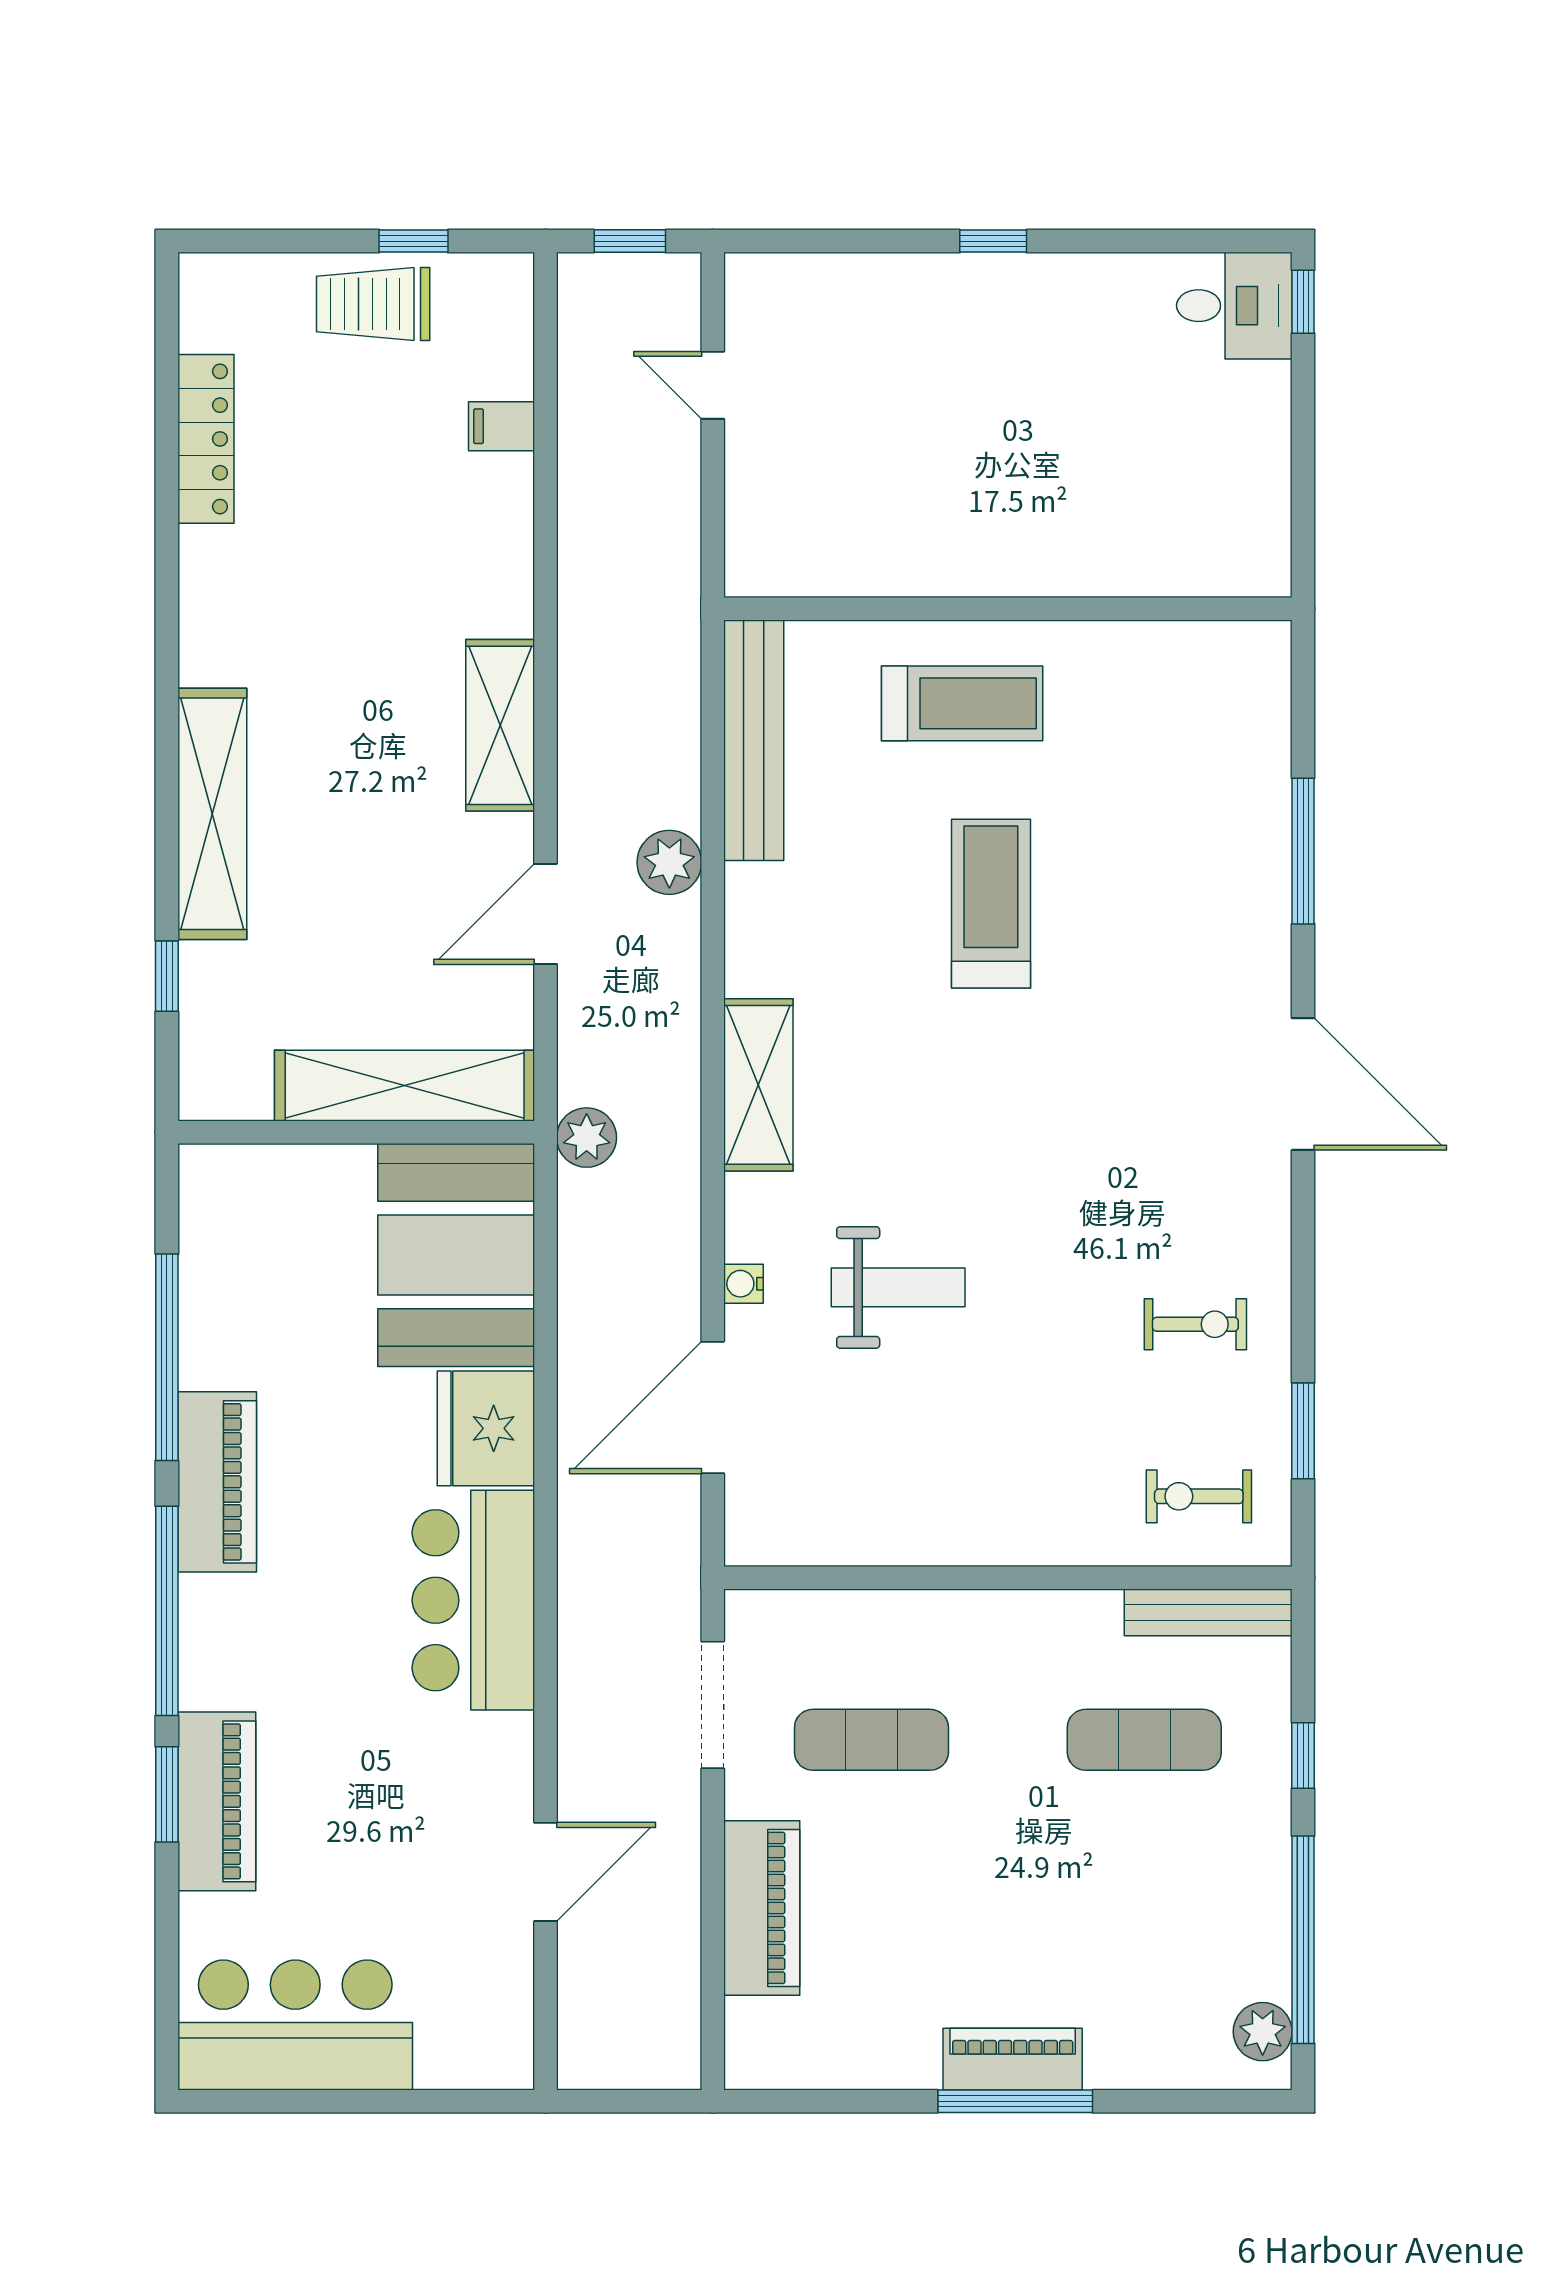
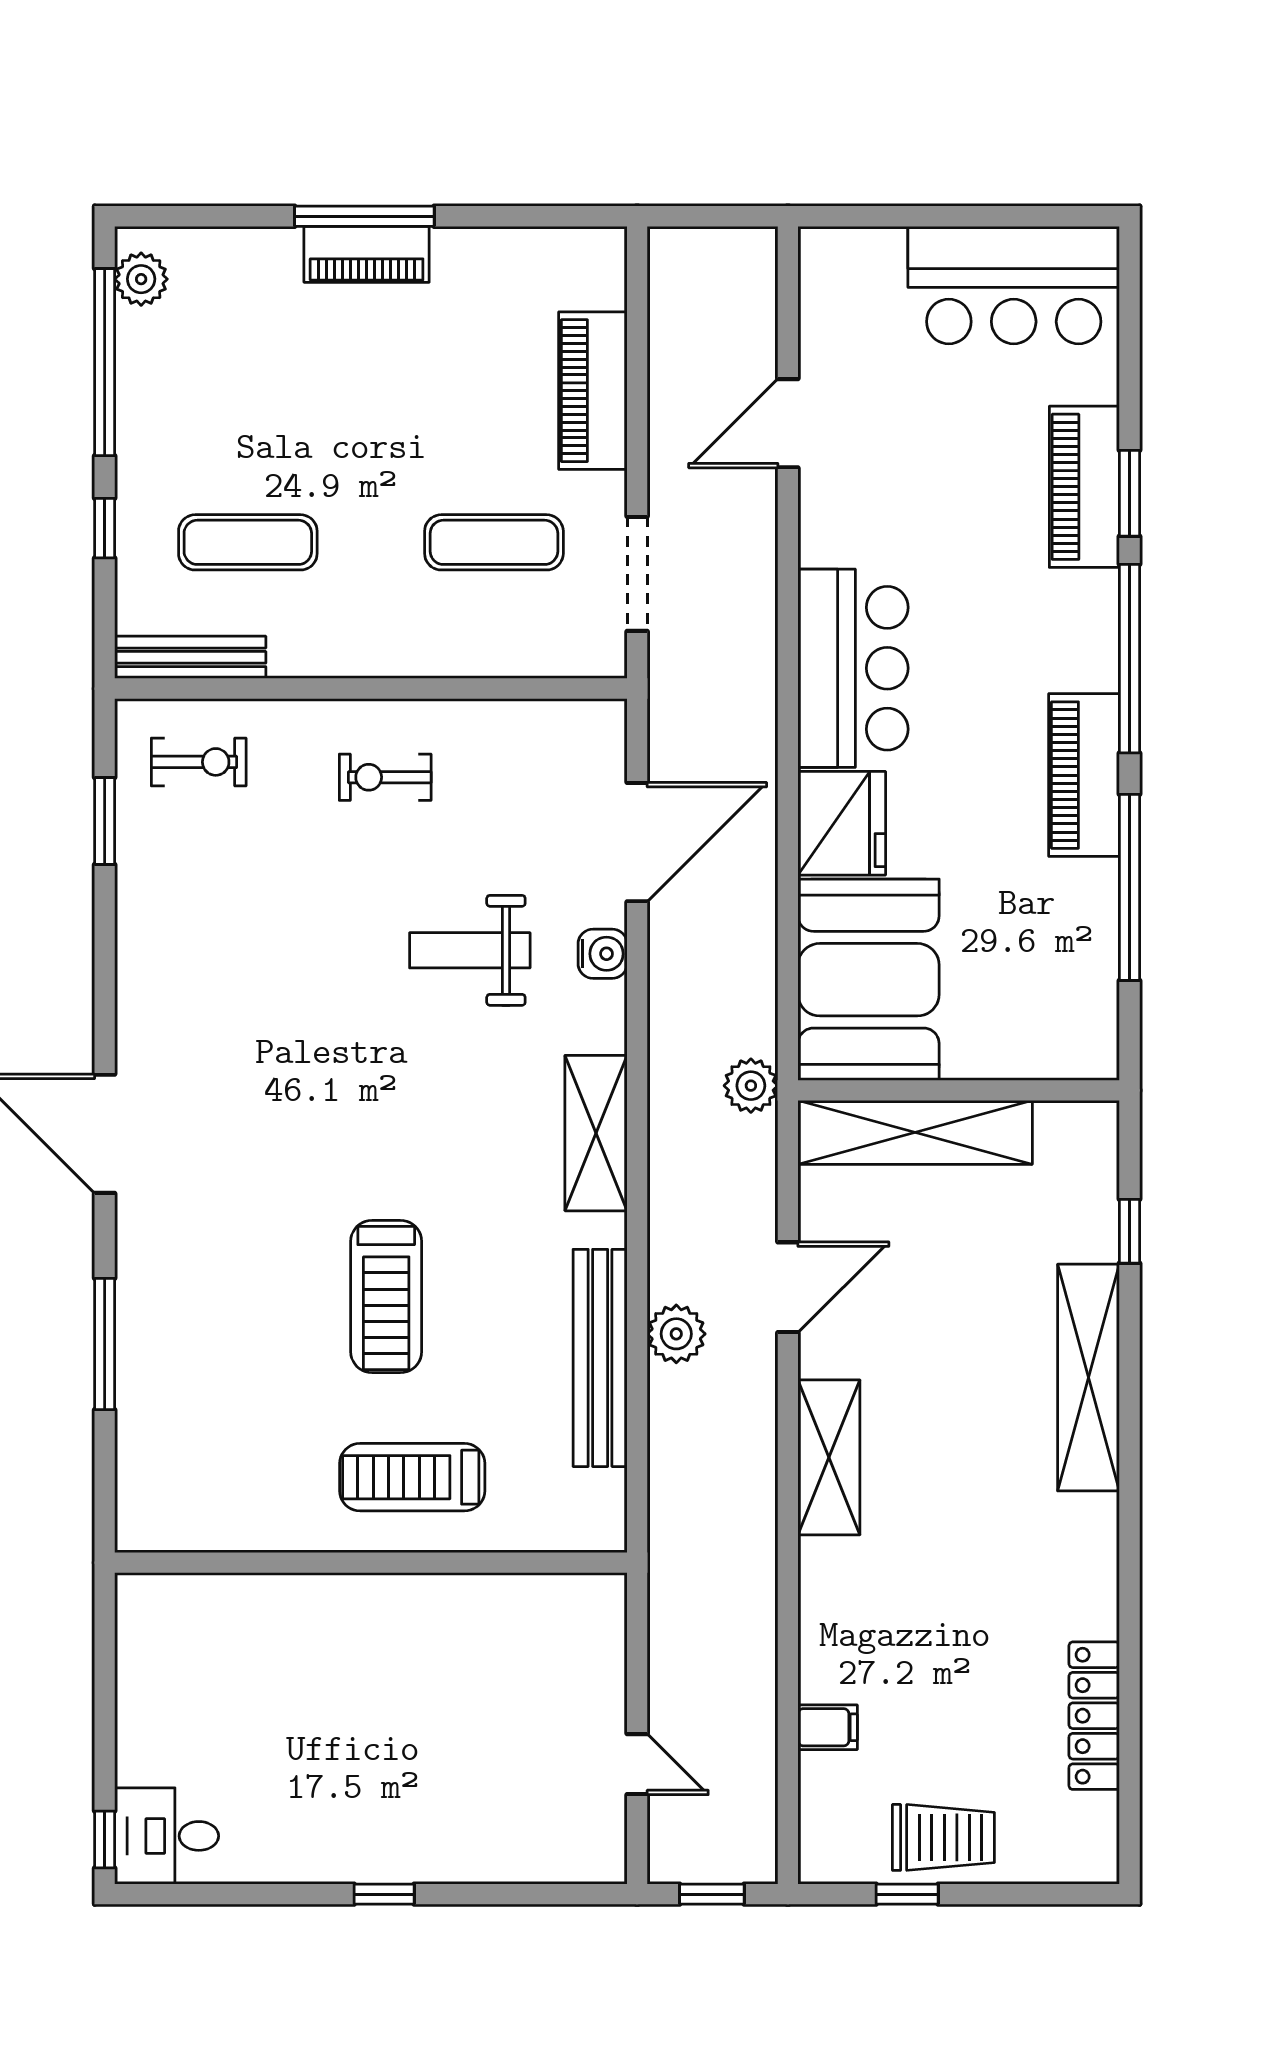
bench: (754, 740) -> (600, 1358), moved
water cooler: (743, 1284) -> (603, 954), width x1.38, depth x1.38
exercise bike: (1195, 1324) -> (385, 777), moved

